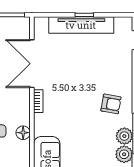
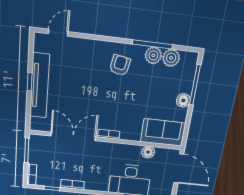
double door: (32, 64) -> (73, 136), swing flipped
floor lamp: (23, 133) -> (148, 152), moved

